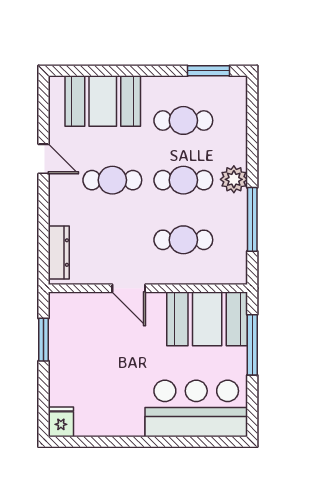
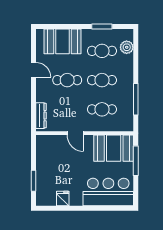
window: (209, 71) -> (102, 27), moved
plant: (234, 179) -> (127, 47), moved
window: (43, 340) -> (33, 181), moved
fridge: (61, 422) -> (63, 199), moved

